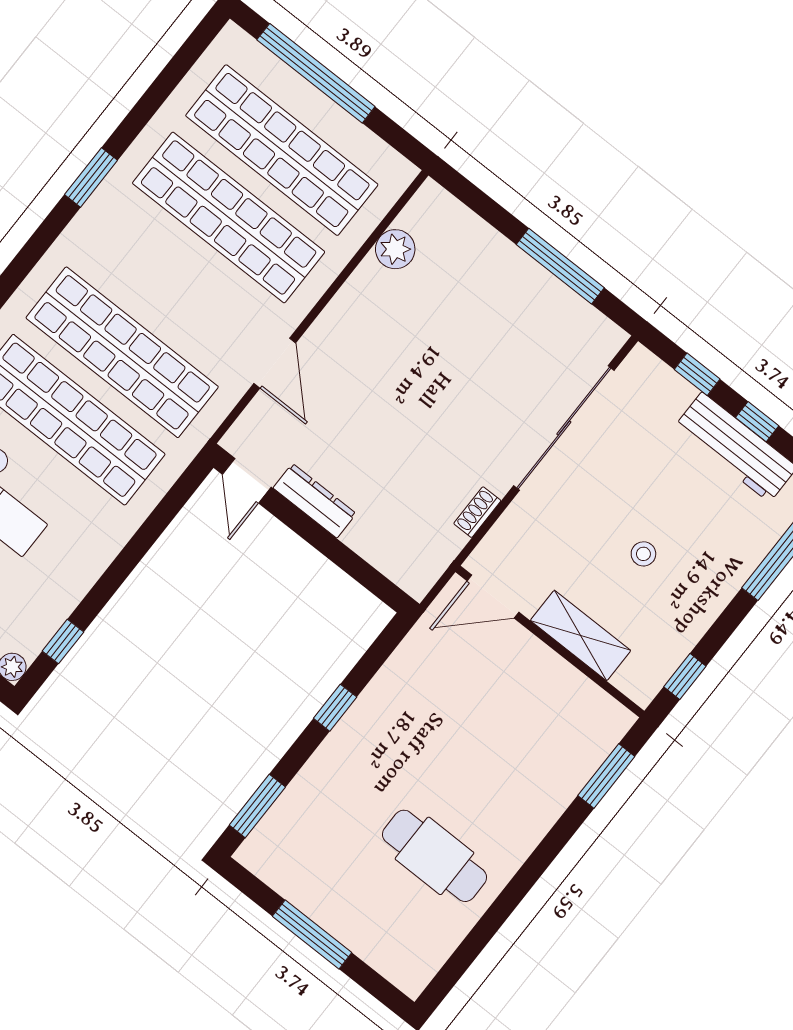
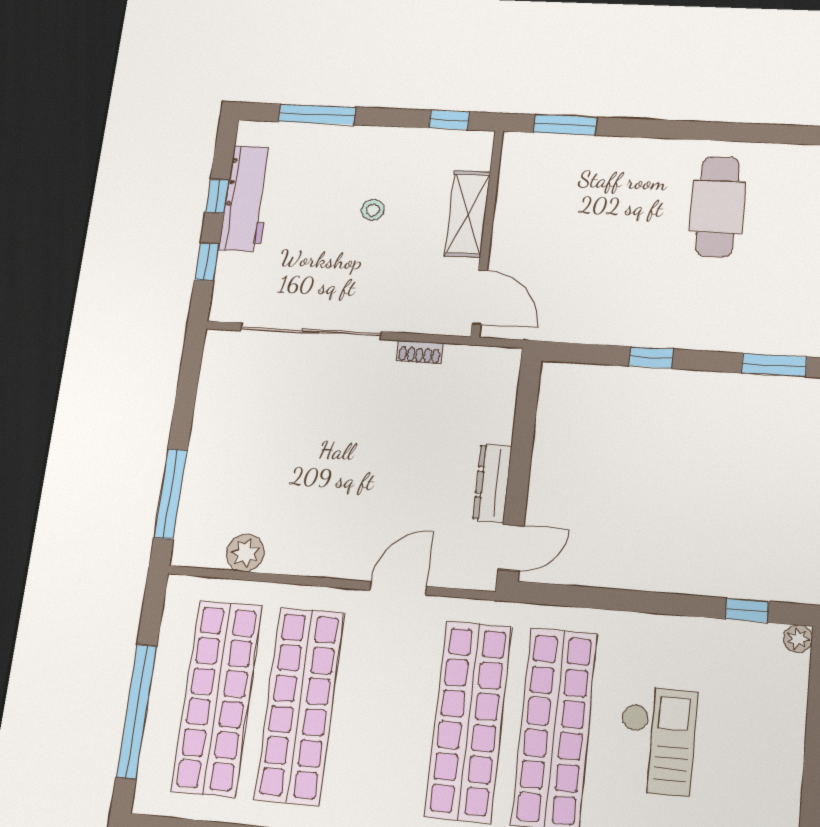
window: (560, 266) -> (171, 494), moved

